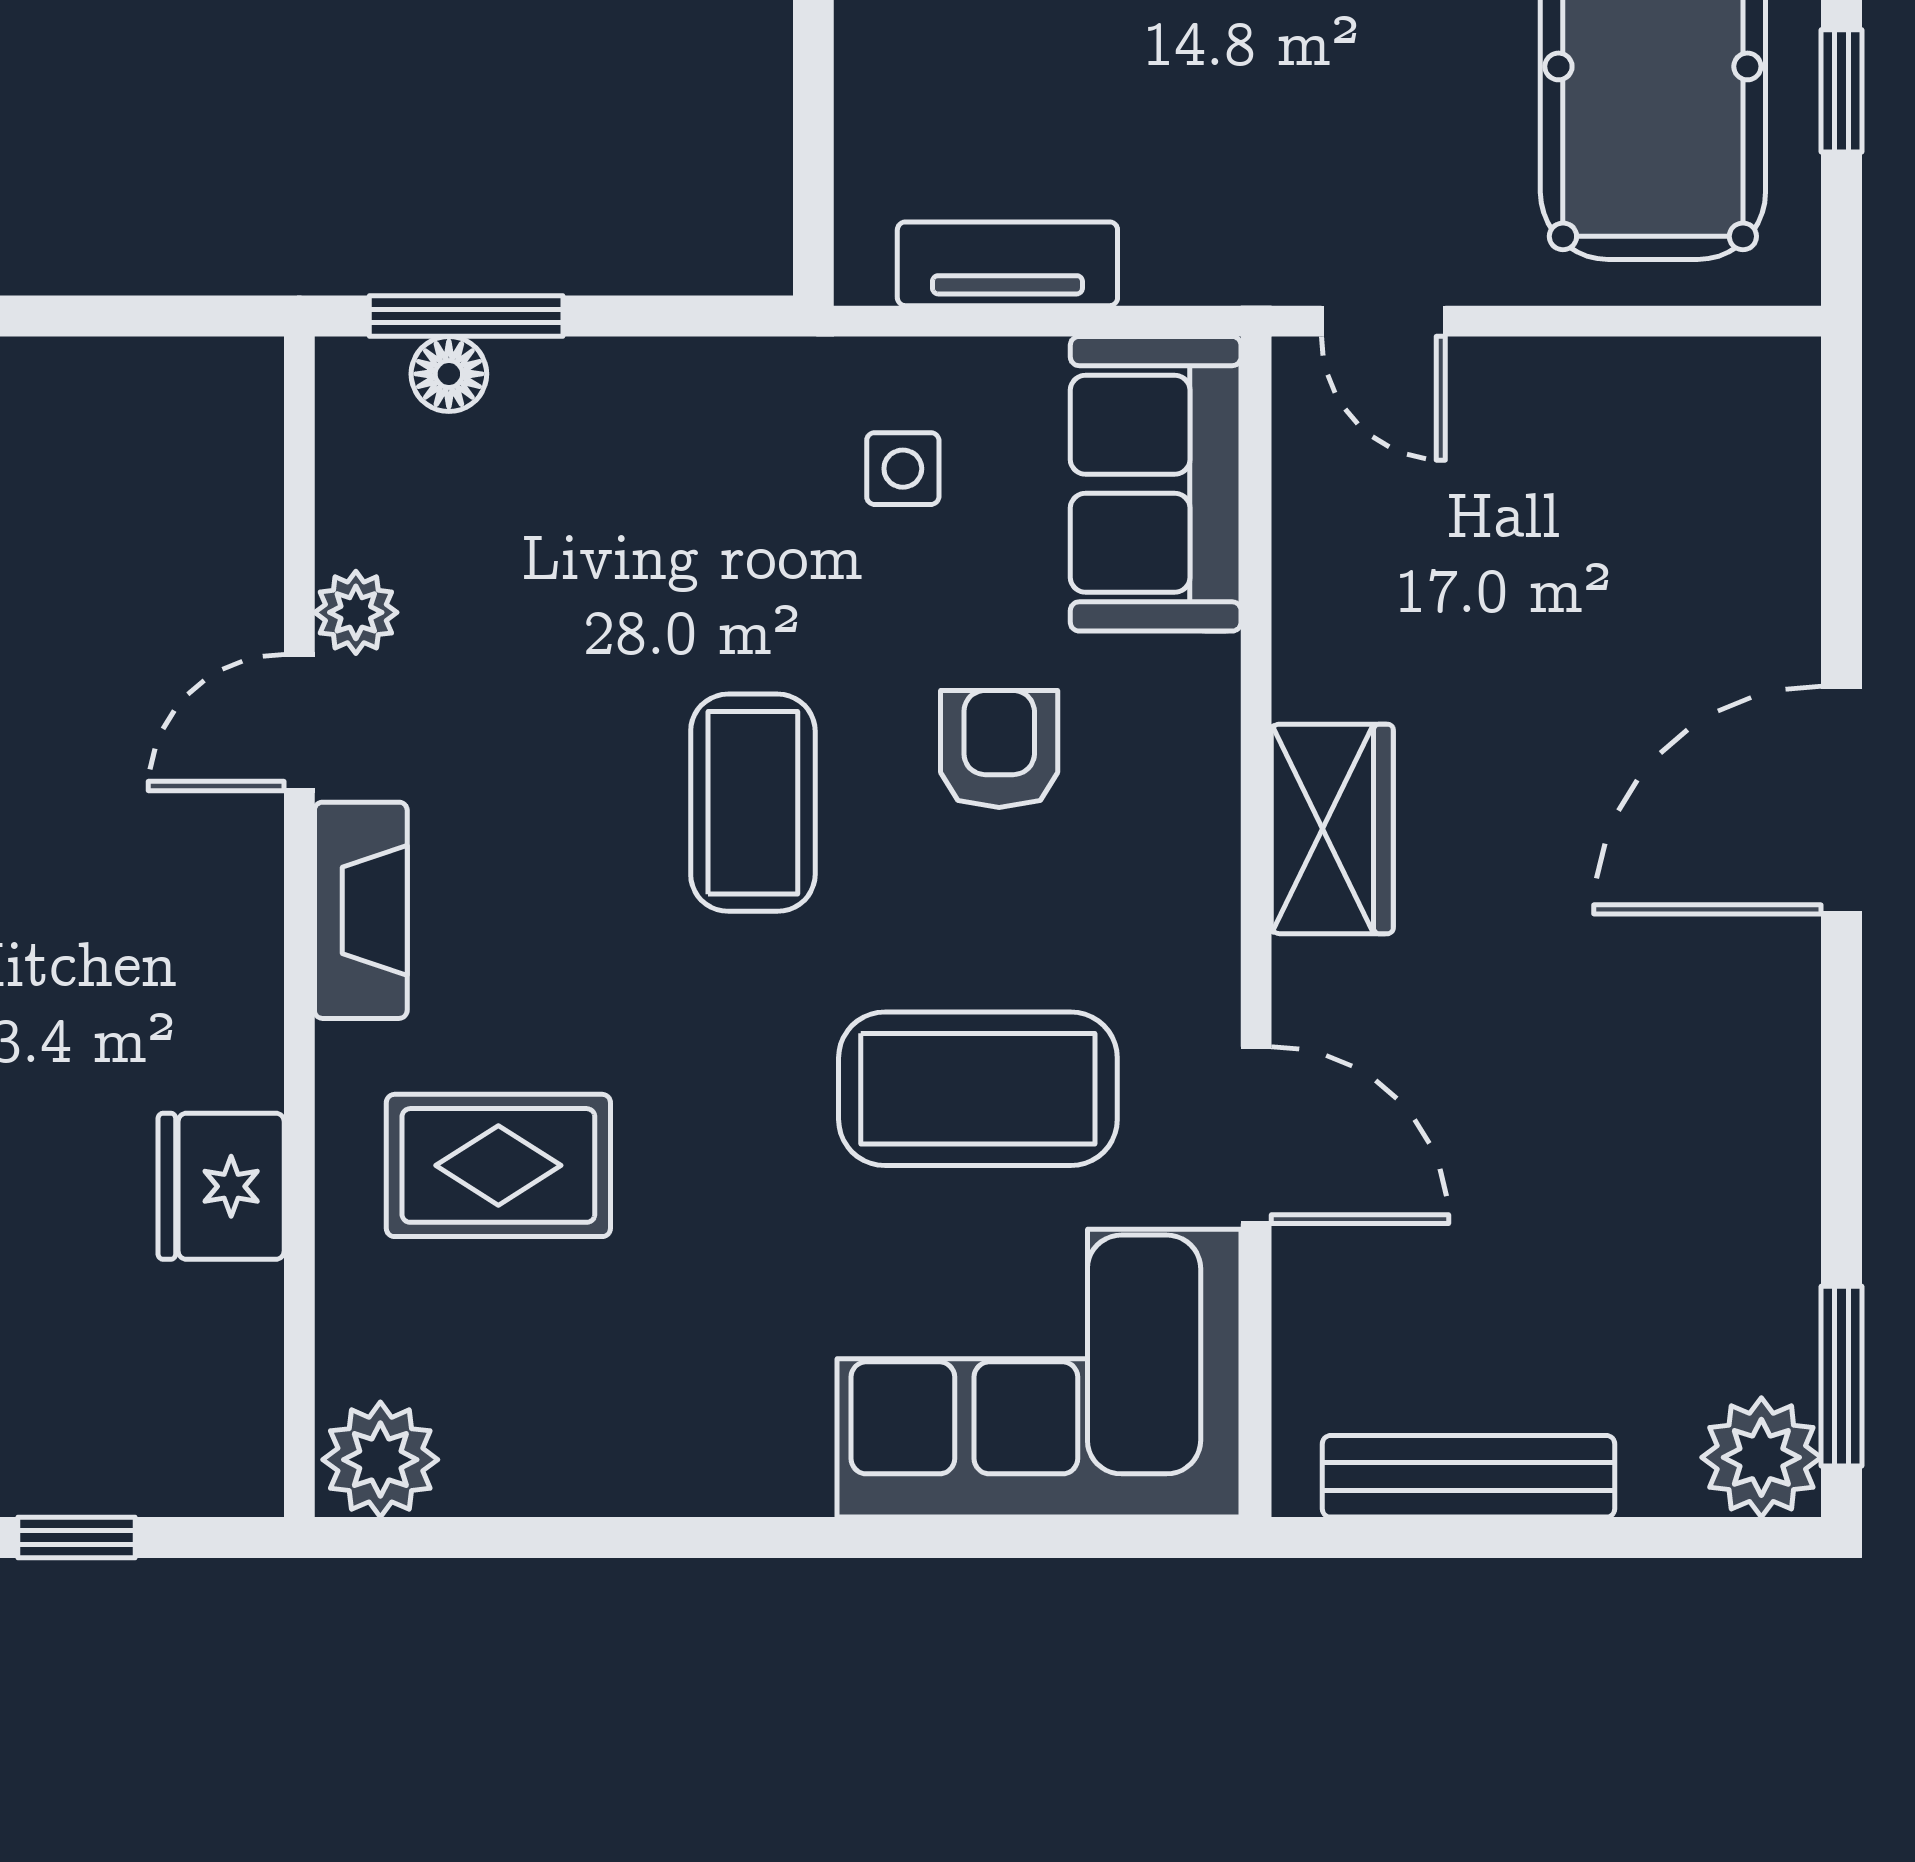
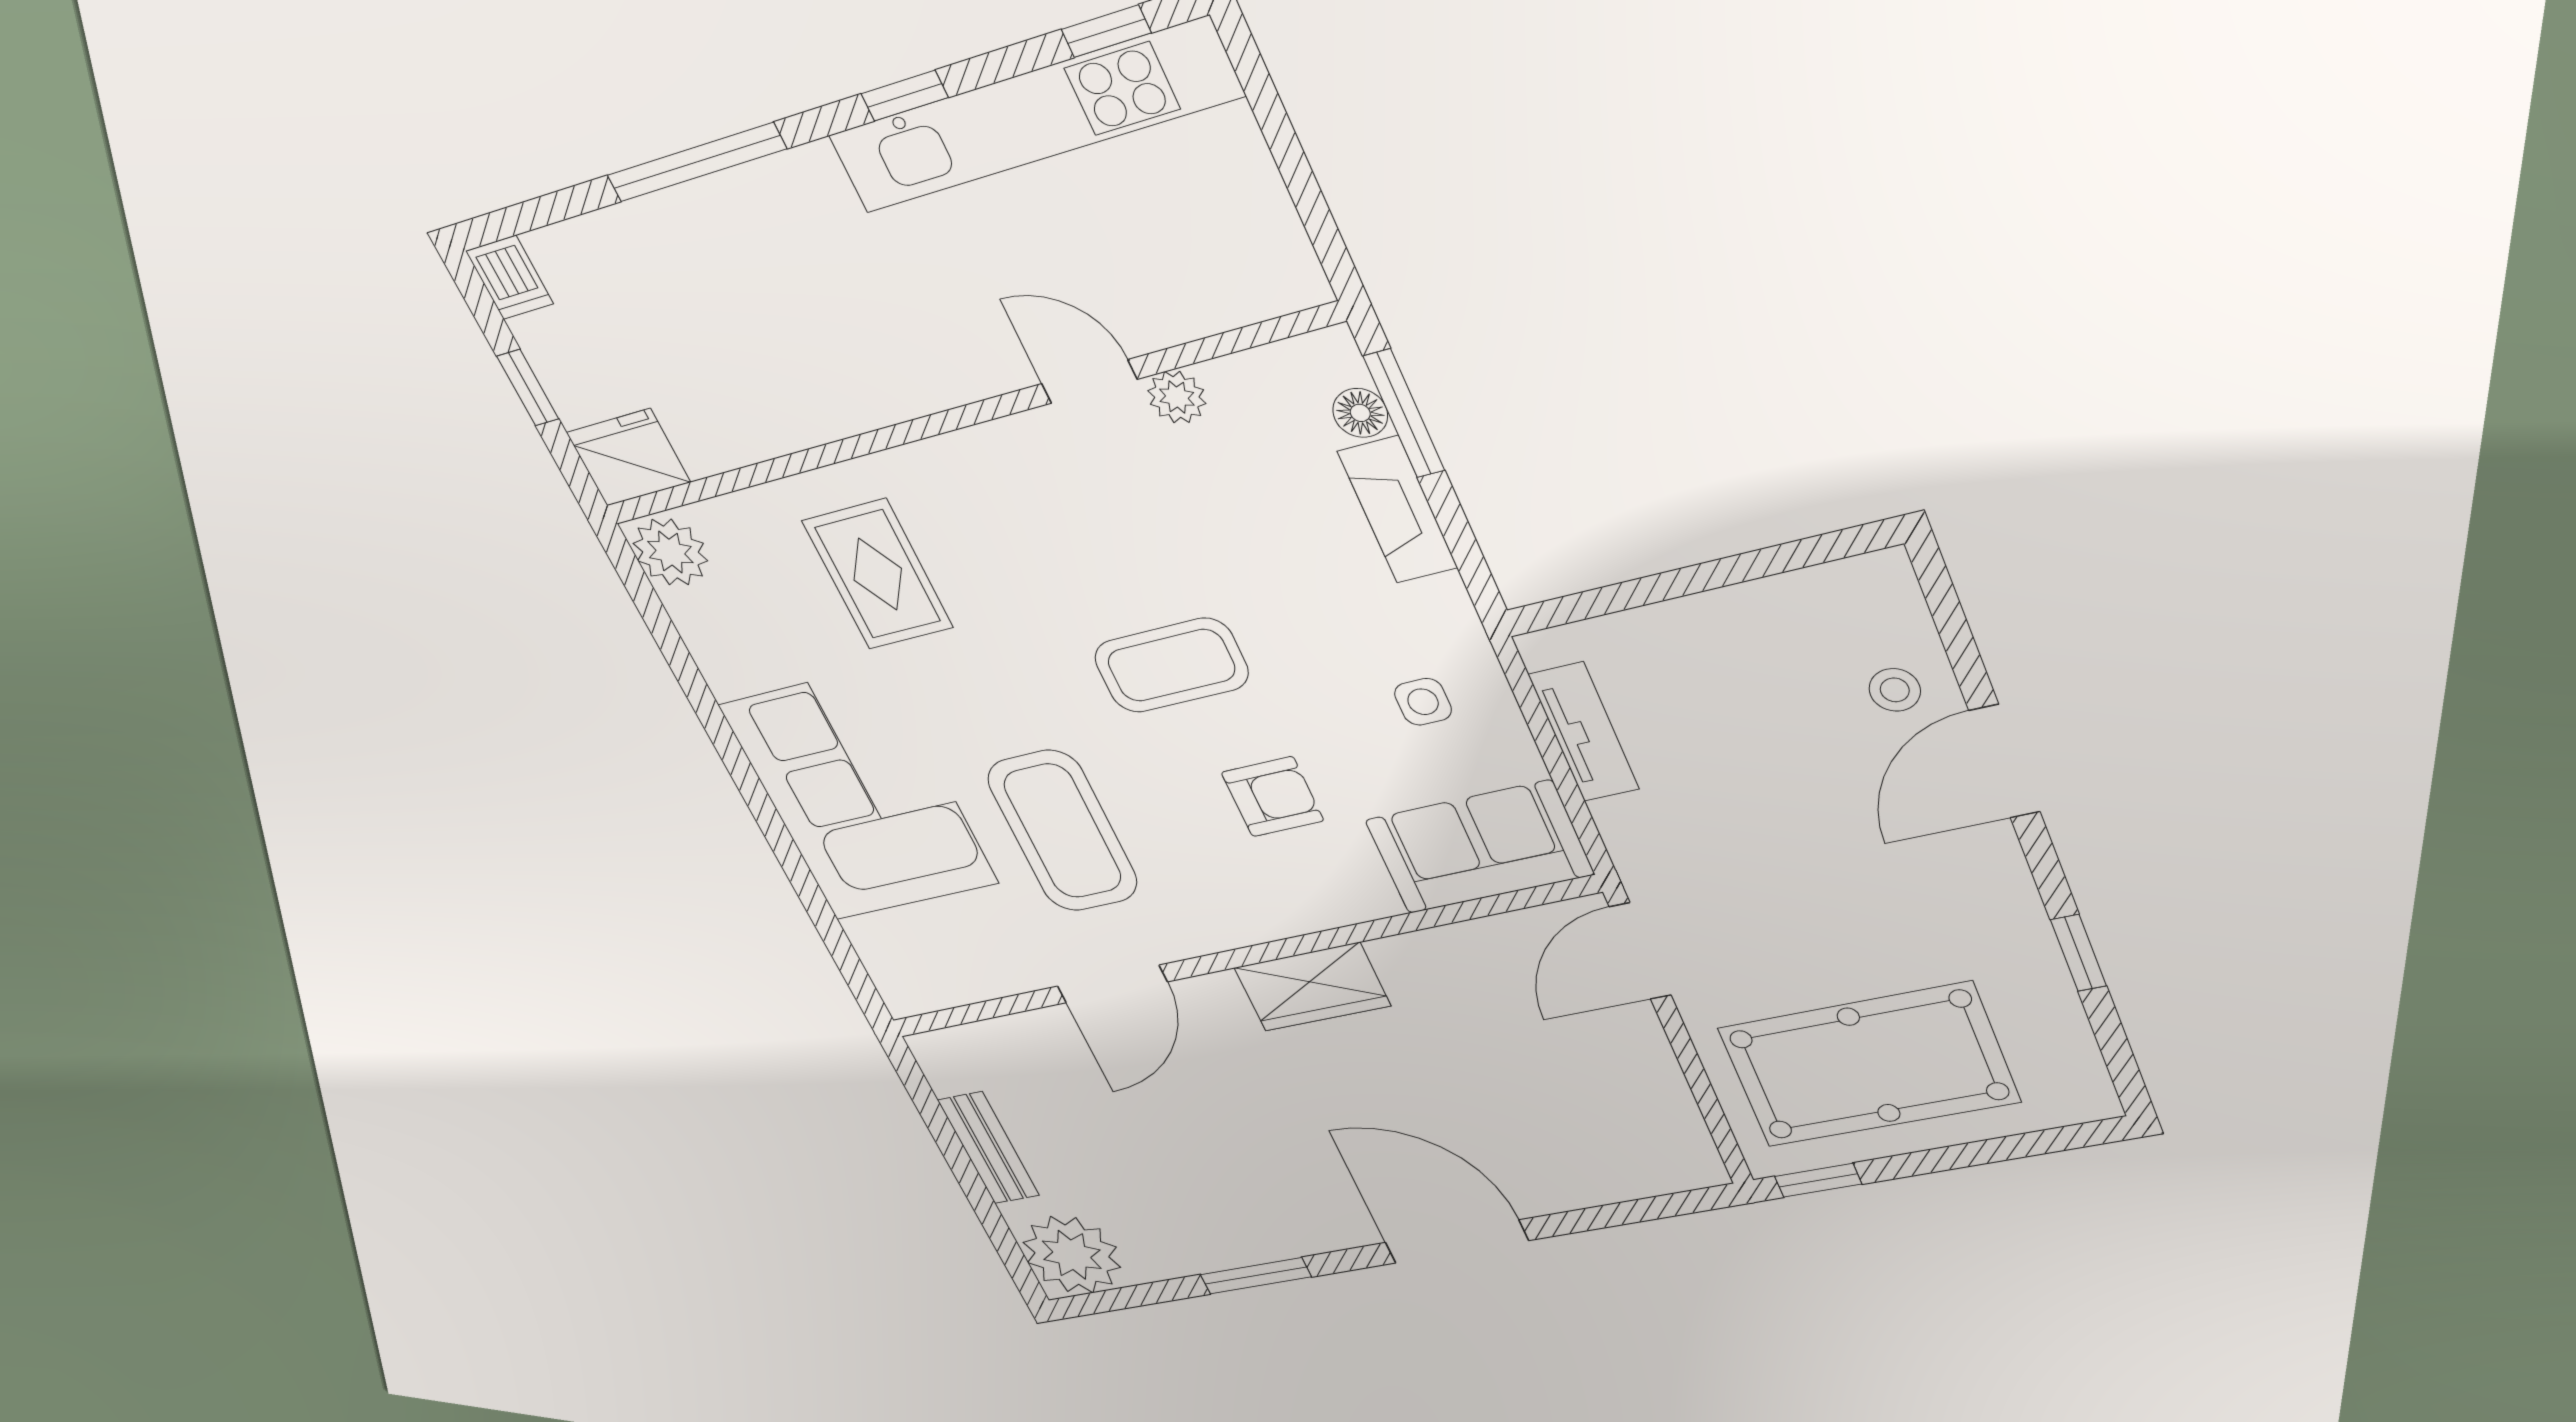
window: (1842, 91) -> (1818, 1180), moved
door: (1383, 321) -> (1640, 951), width x1.37
fireplace: (361, 910) -> (1398, 510), moved, turned 90
fridge: (221, 1186) -> (629, 457), moved
corner sofa: (1039, 1373) -> (859, 795), moved
window: (1842, 1376) -> (1256, 1276), moved
plant: (1761, 1457) -> (1072, 1255), width x1.36, depth x1.36
bench: (1468, 1476) -> (989, 1148), width x0.73

